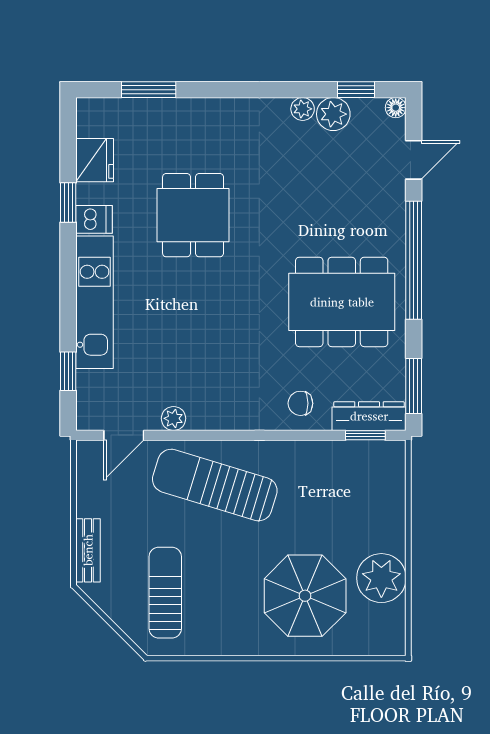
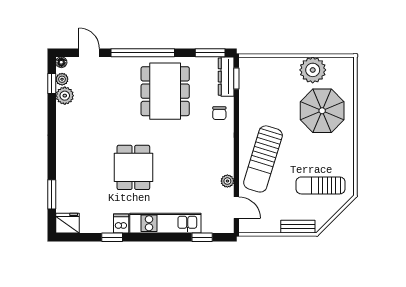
plant: (303, 109) -> (62, 79), moved
fridge: (95, 160) -> (67, 223), moved
dining table: (193, 215) -> (133, 167), moved, turned 90

